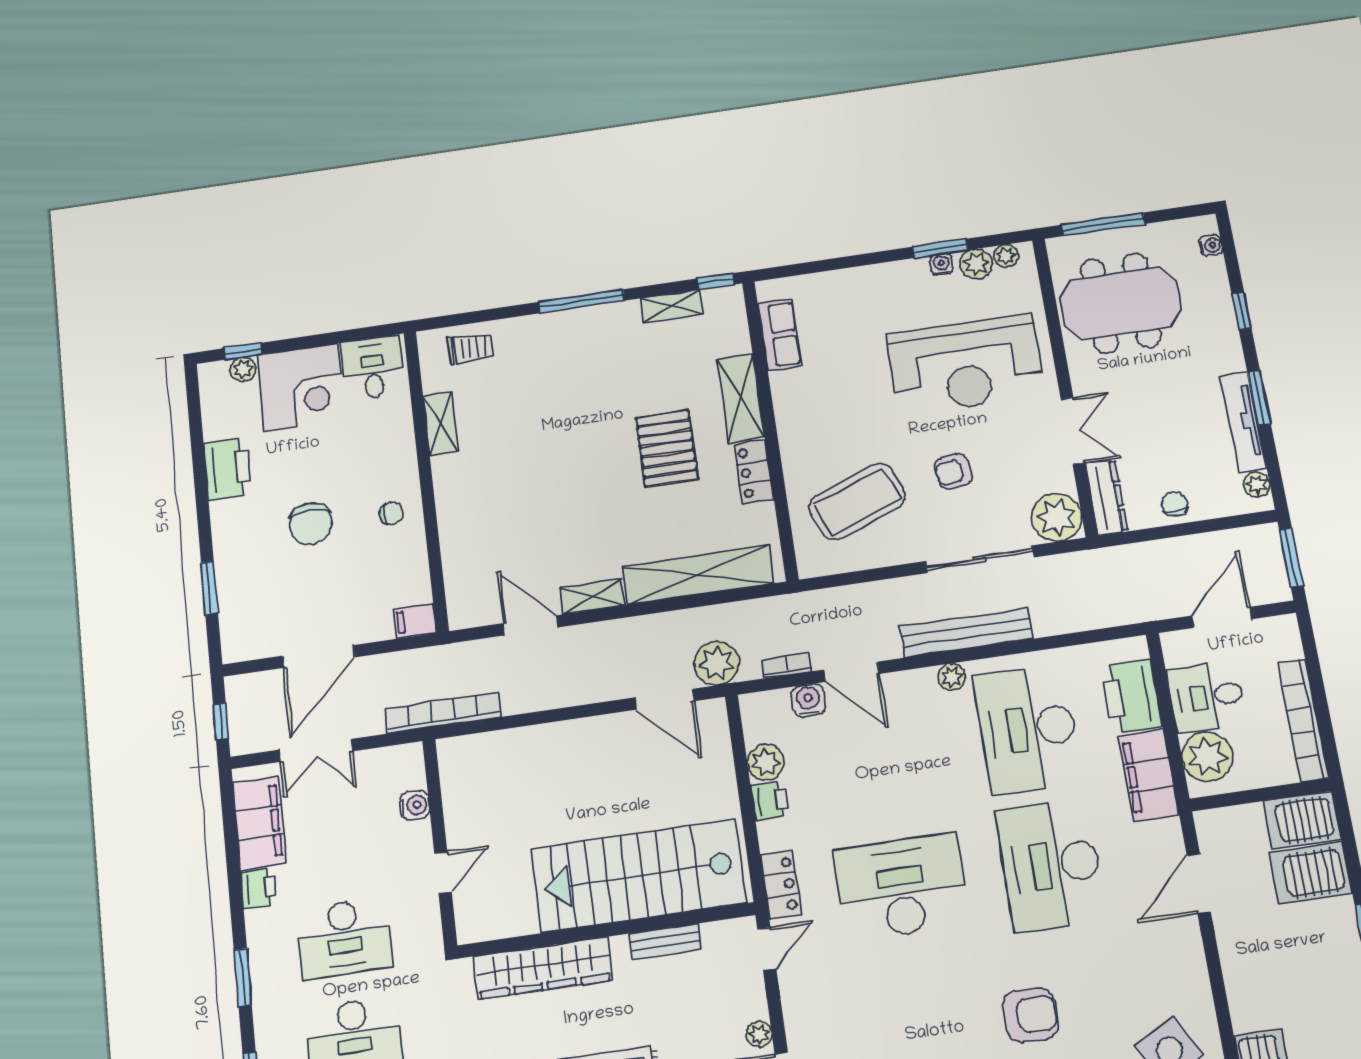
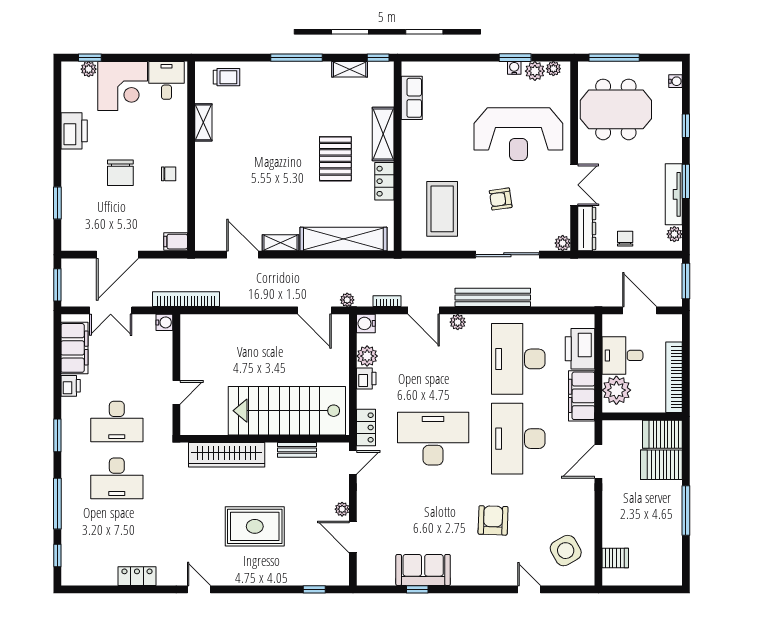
coffee table: (857, 502) -> (442, 209), turned -69
plant: (1057, 517) -> (563, 243), width x0.53, depth x0.53
door: (1222, 617) -> (640, 310), hinge flipped
plant: (717, 663) -> (347, 300), width x0.53, depth x0.53
plant: (952, 677) -> (458, 322), moved
water cooler: (808, 700) -> (366, 323), moved, turned -90
window: (221, 721) -> (57, 285), width x1.50
water cooler: (415, 805) -> (164, 322), moved
armchair: (1030, 1015) -> (493, 520), turned -88

